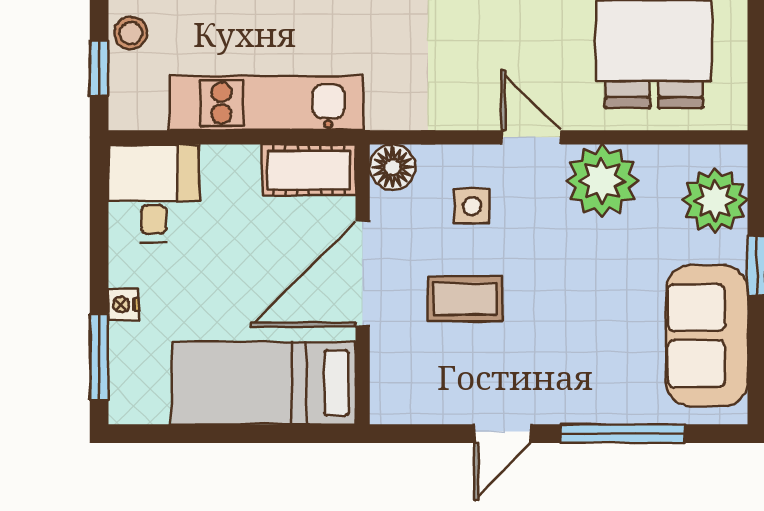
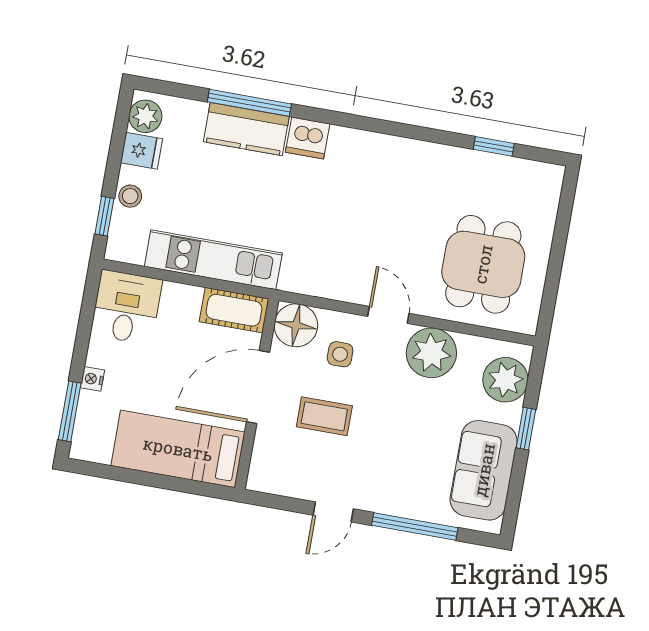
floor lamp: (393, 167) -> (296, 325), width x1.38, depth x1.38

